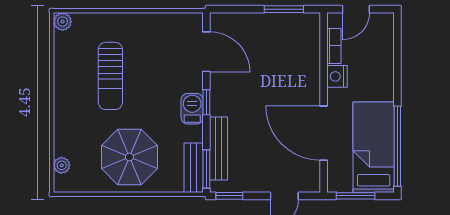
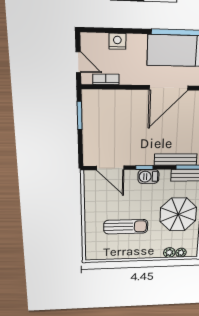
plant: (63, 22) -> (169, 253), moved
door: (206, 52) -> (110, 168), swing flipped
nightstand: (337, 76) -> (117, 41), moved, turned 180

